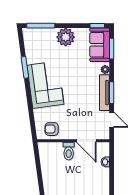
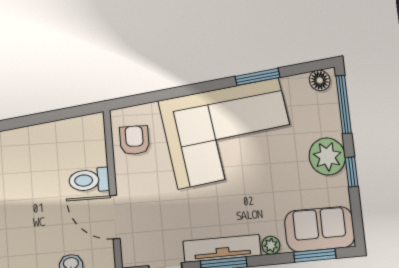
window: (97, 26) -> (352, 172), moved
floor lamp: (28, 36) -> (320, 80), added
corner sofa: (45, 85) -> (229, 132), width x1.36, depth x1.36
door: (86, 141) -> (115, 217), hinge flipped

